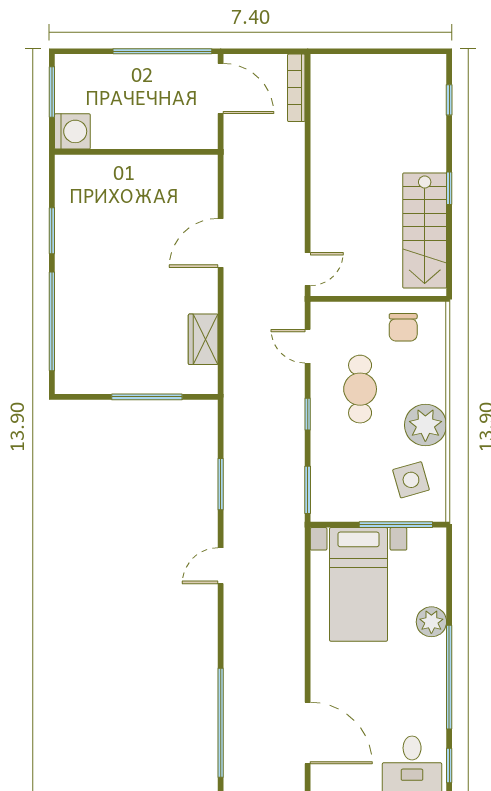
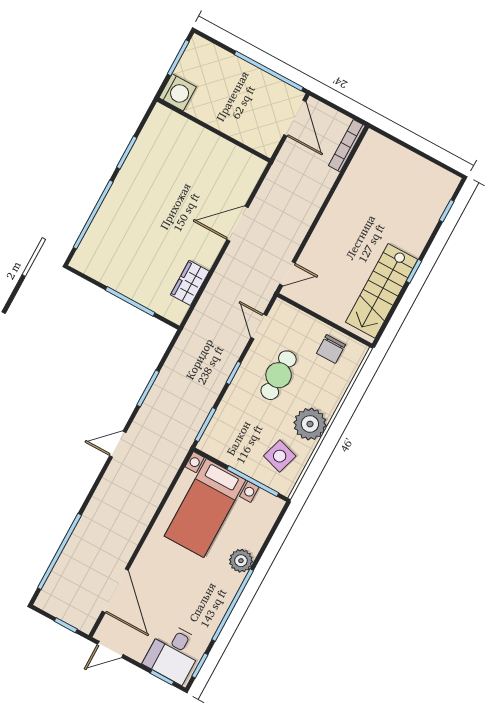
side table: (411, 480) -> (280, 456), turned 33

